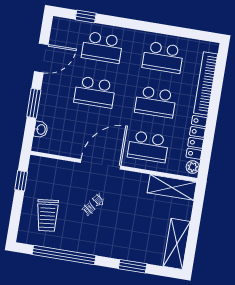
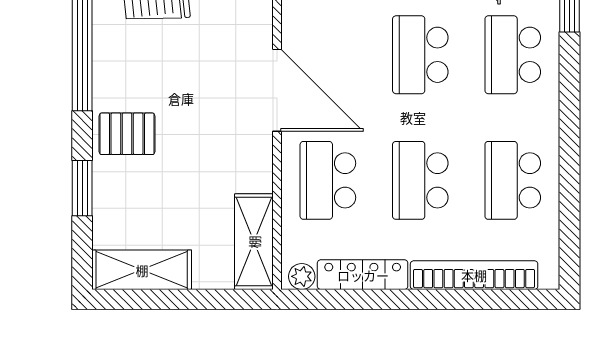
pallet: (110, 240) -> (127, 134), added

